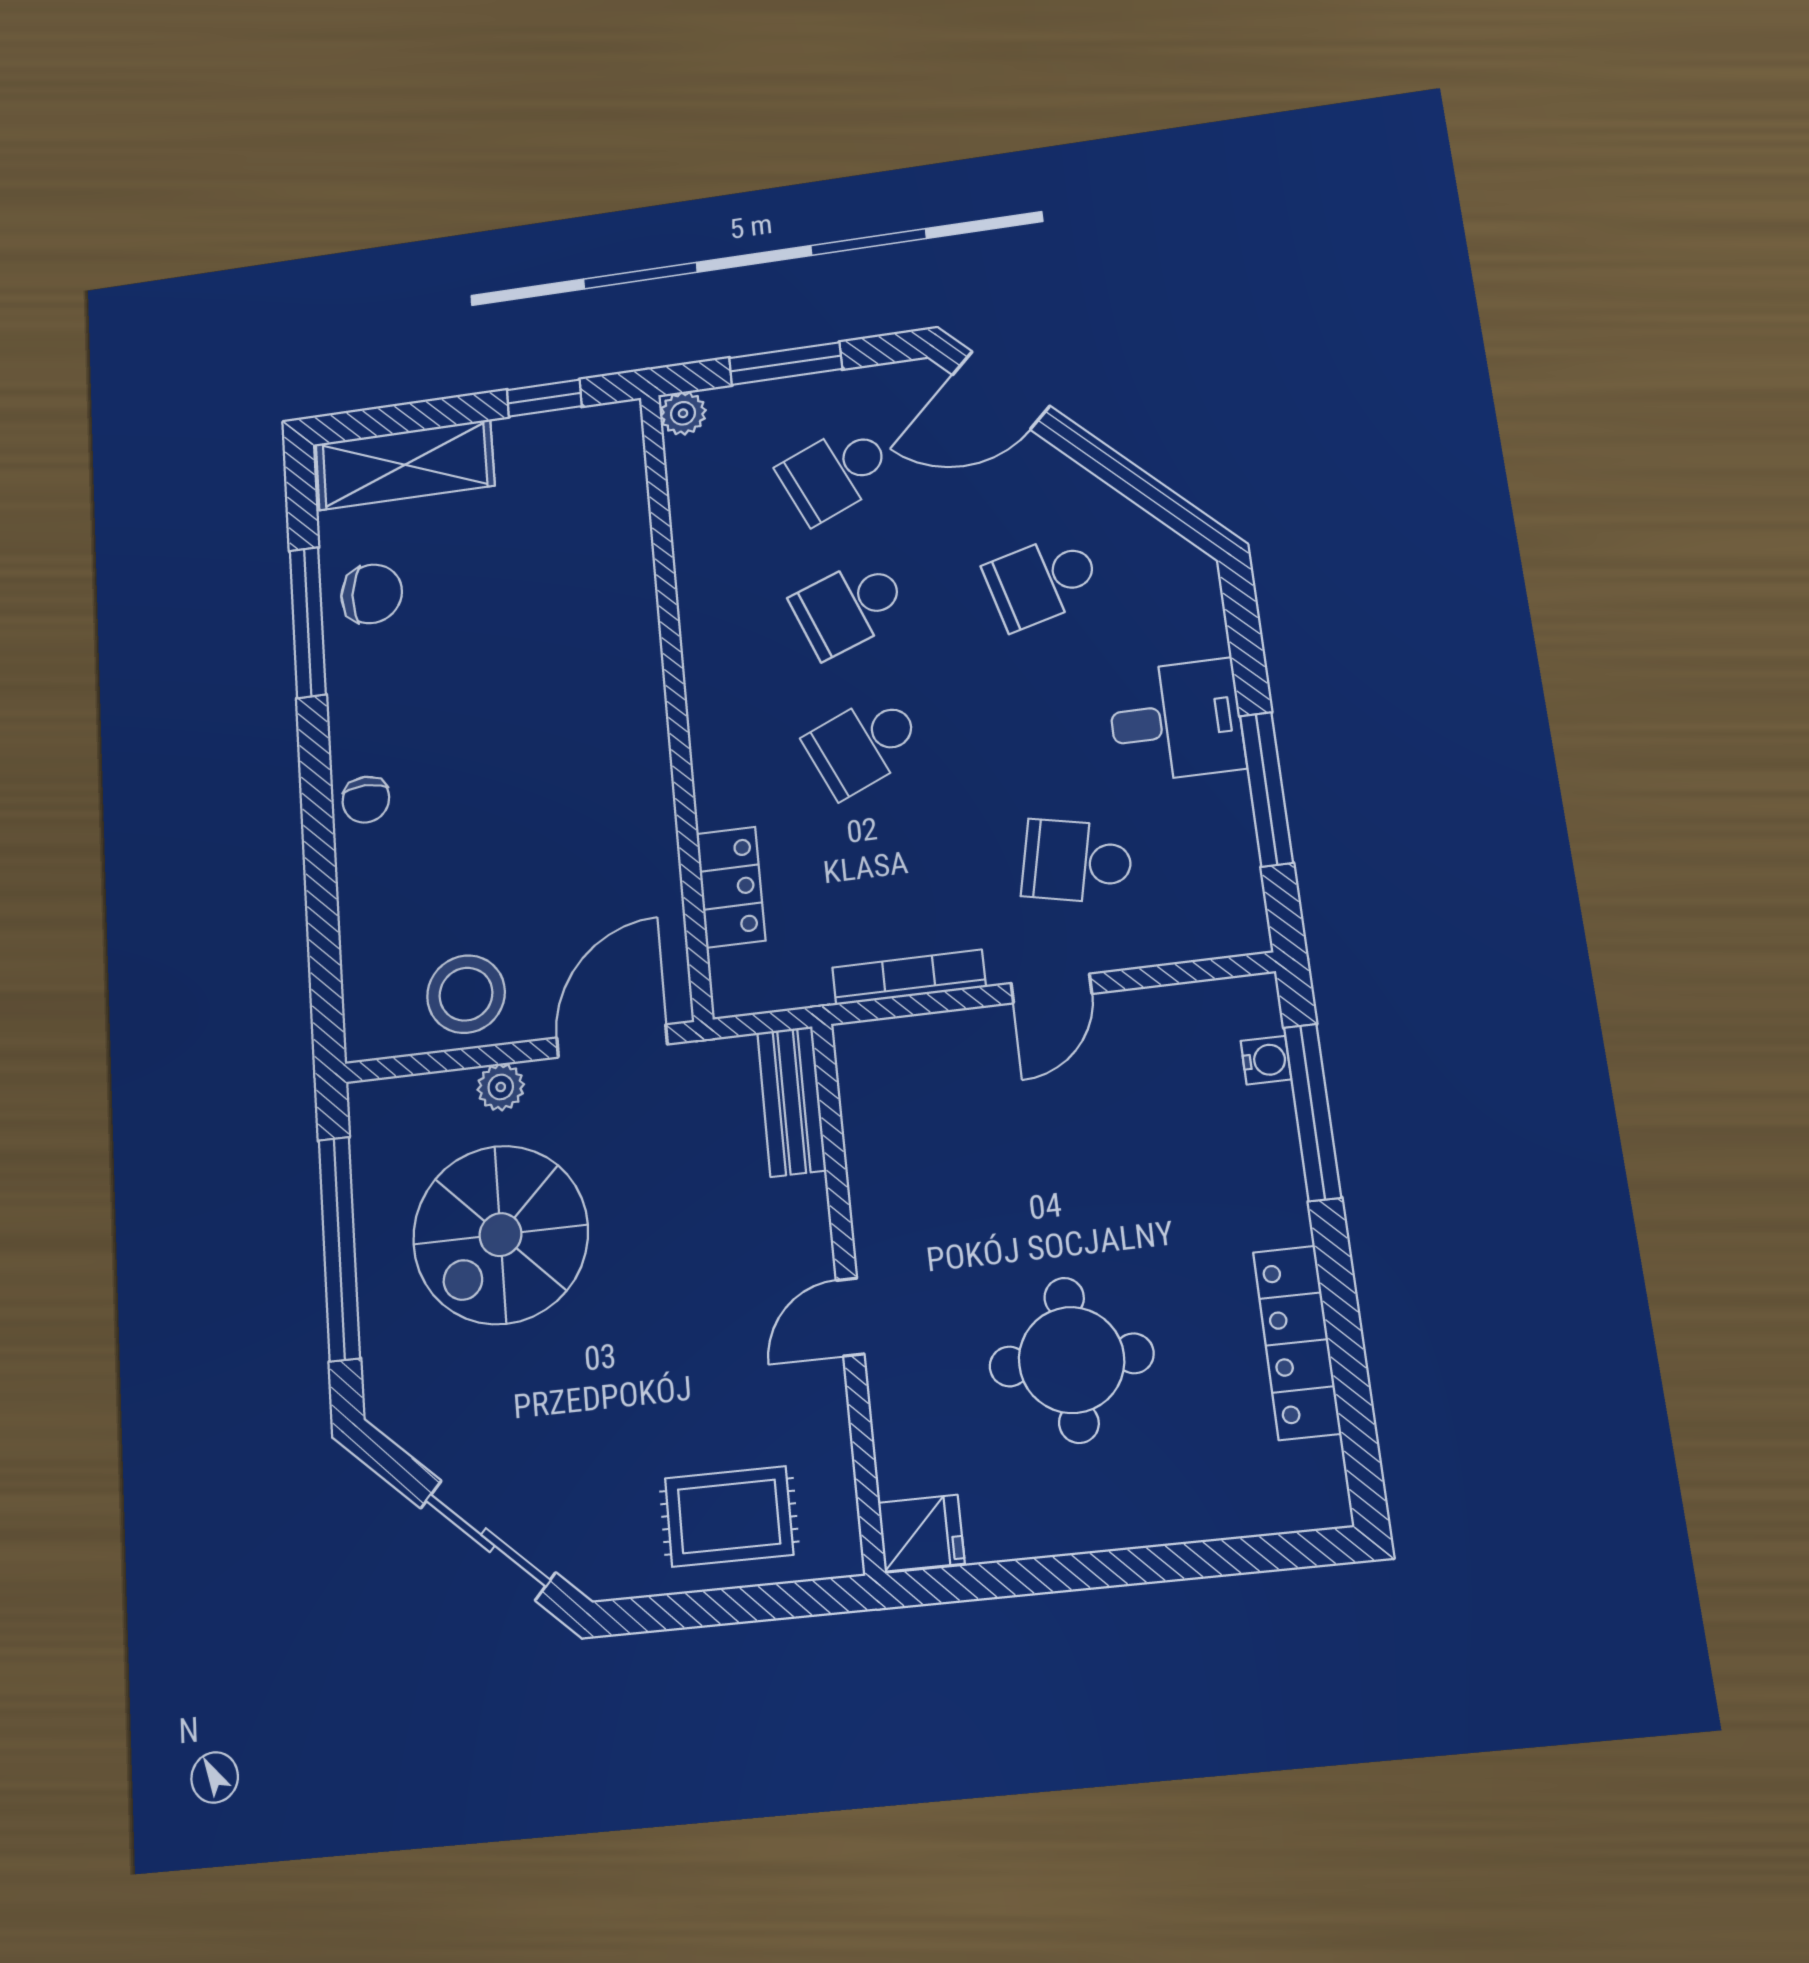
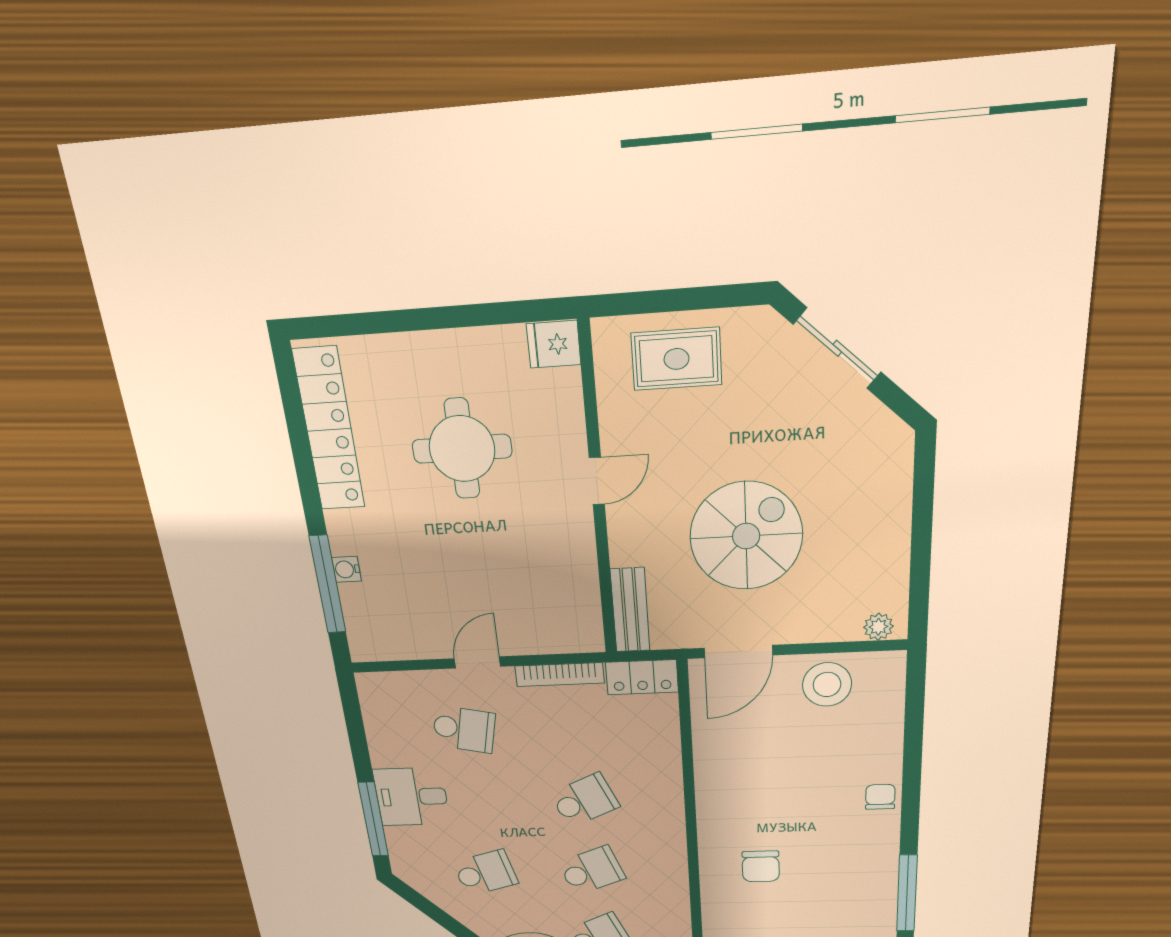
chair: (372, 594) -> (761, 866), moved, turned -94
window: (1266, 789) -> (373, 819), moved
locker: (731, 887) -> (642, 677), moved, turned -90
water cooler: (1266, 1060) -> (347, 569), moved
plant: (501, 1087) -> (878, 627), moved
spiral stairs: (500, 1235) -> (746, 536), moved
window: (339, 1248) -> (921, 539), removed
locker: (1297, 1342) -> (329, 430), width x1.41, depth x1.21

